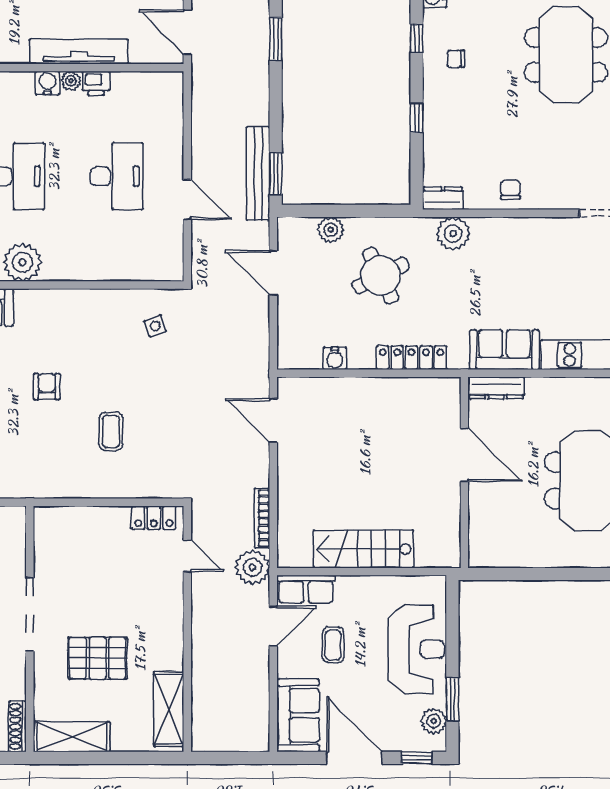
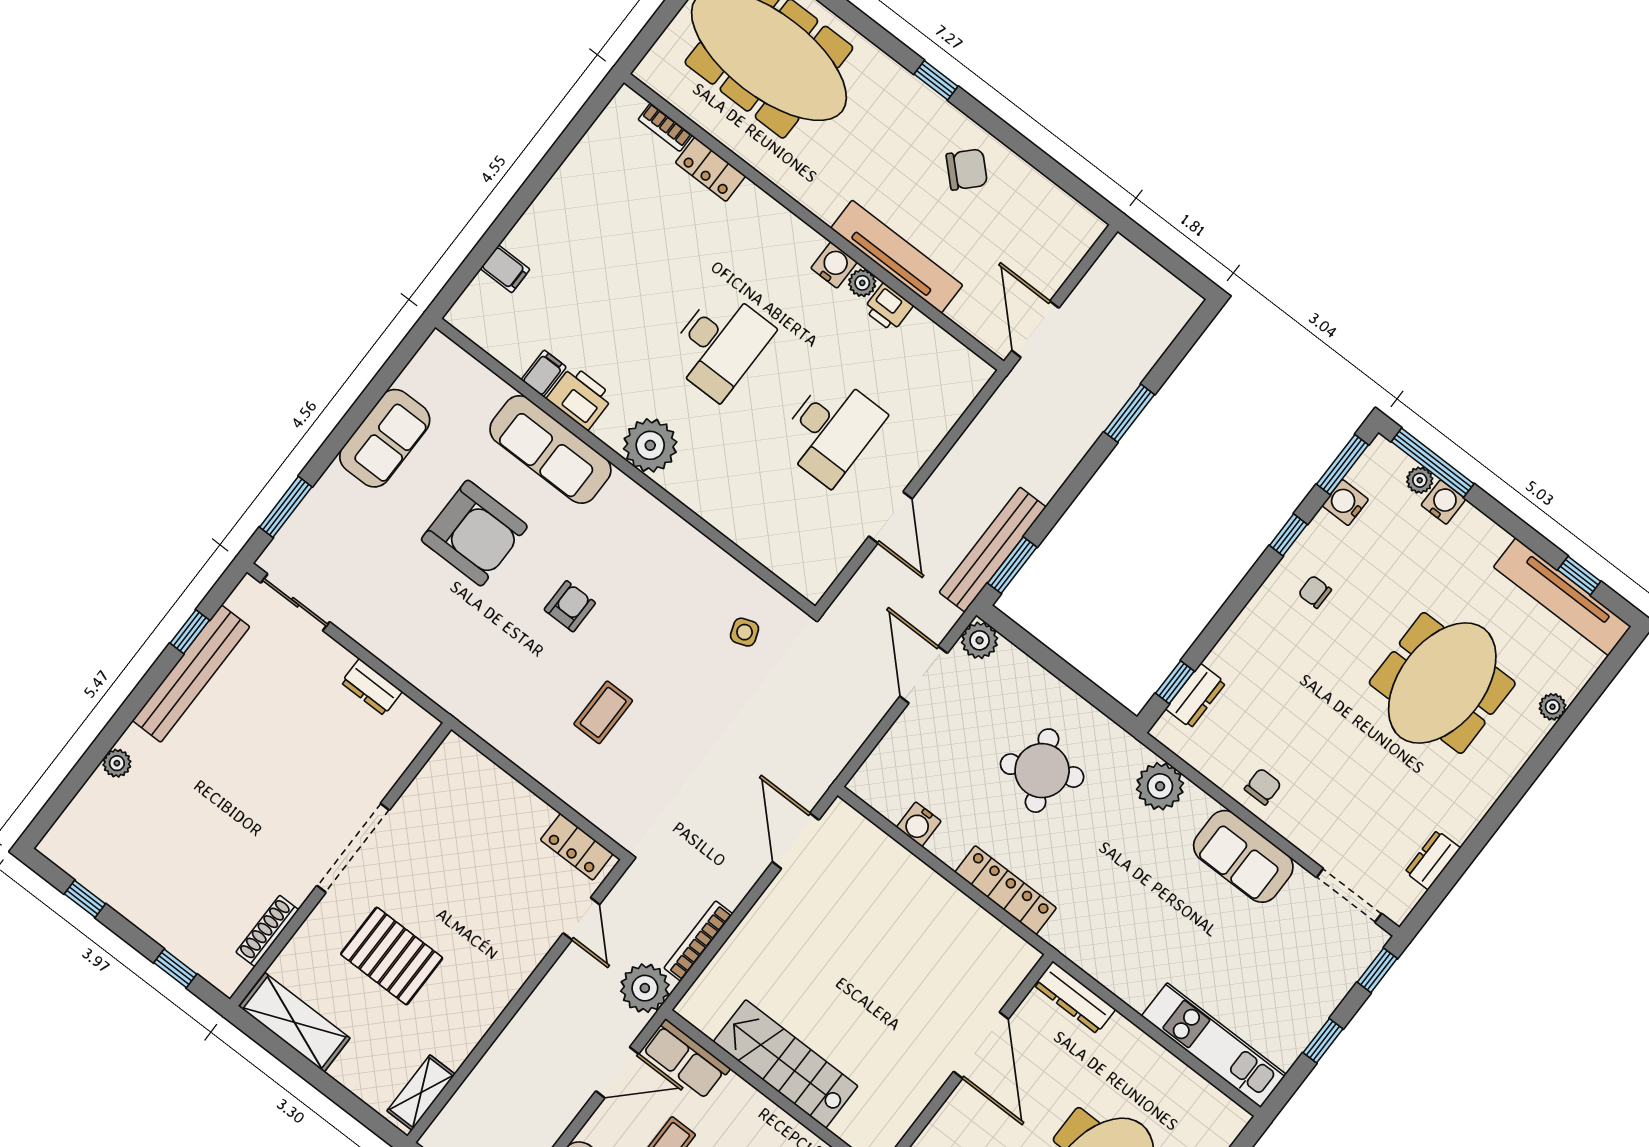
window: (417, 118) -> (1175, 682), moved
dresser: (443, 198) -> (1196, 696), moved, turned 90
plant: (331, 230) -> (980, 640), moved
sofa: (504, 350) -> (1243, 856), moved, turned 180
shelving: (169, 709) -> (421, 1092), width x0.67, depth x0.75
shoe rack: (17, 727) -> (267, 931), moved

